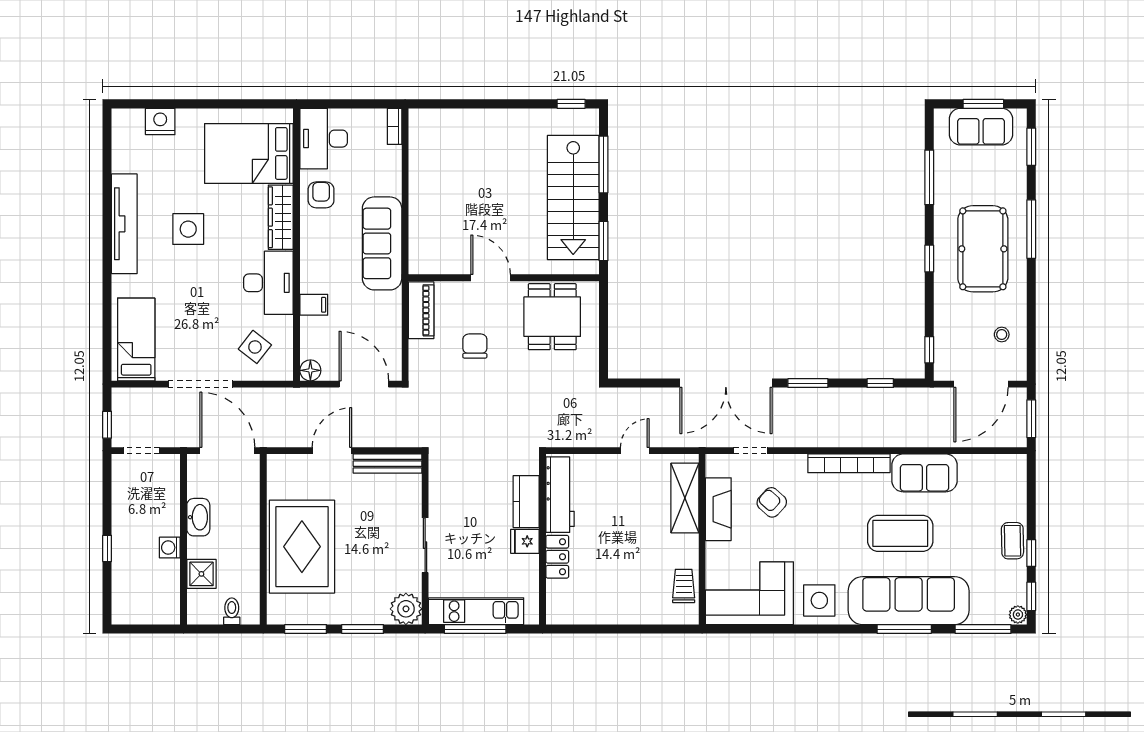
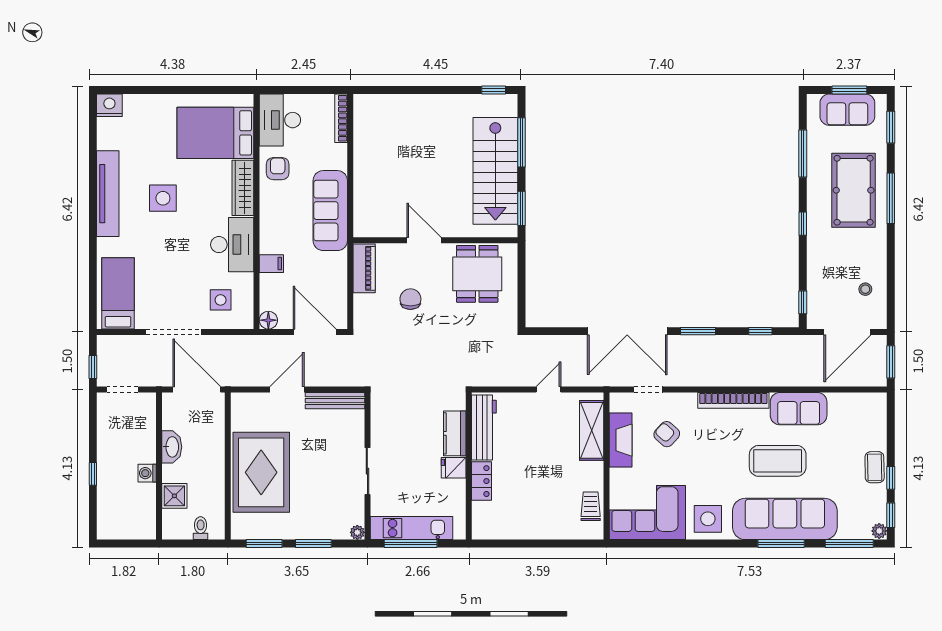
nightstand: (160, 121) -> (109, 105), moved
bookcase: (395, 126) -> (341, 118), width x1.56
pool table: (983, 249) -> (854, 190), moved
side table: (255, 347) -> (221, 300), turned -38
plant: (406, 609) -> (357, 532), width x0.53, depth x0.53

